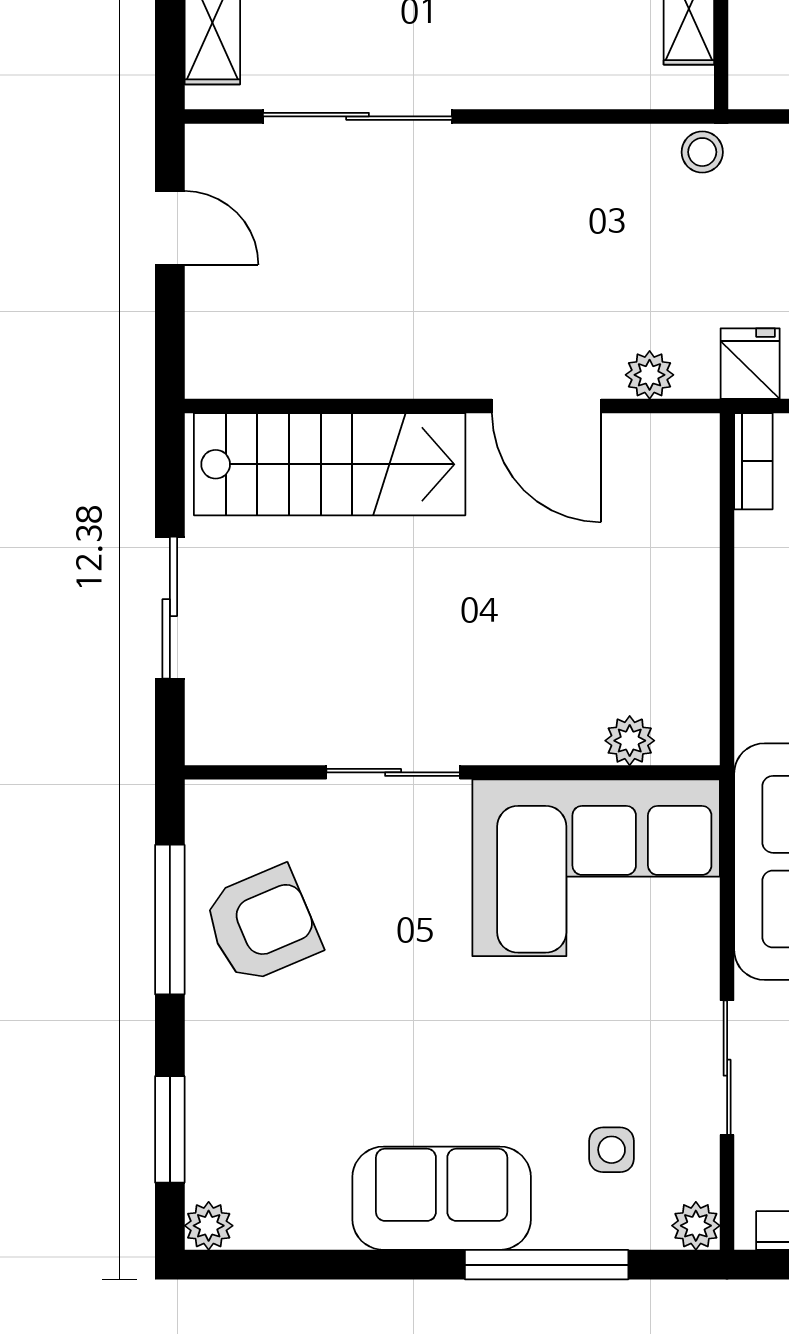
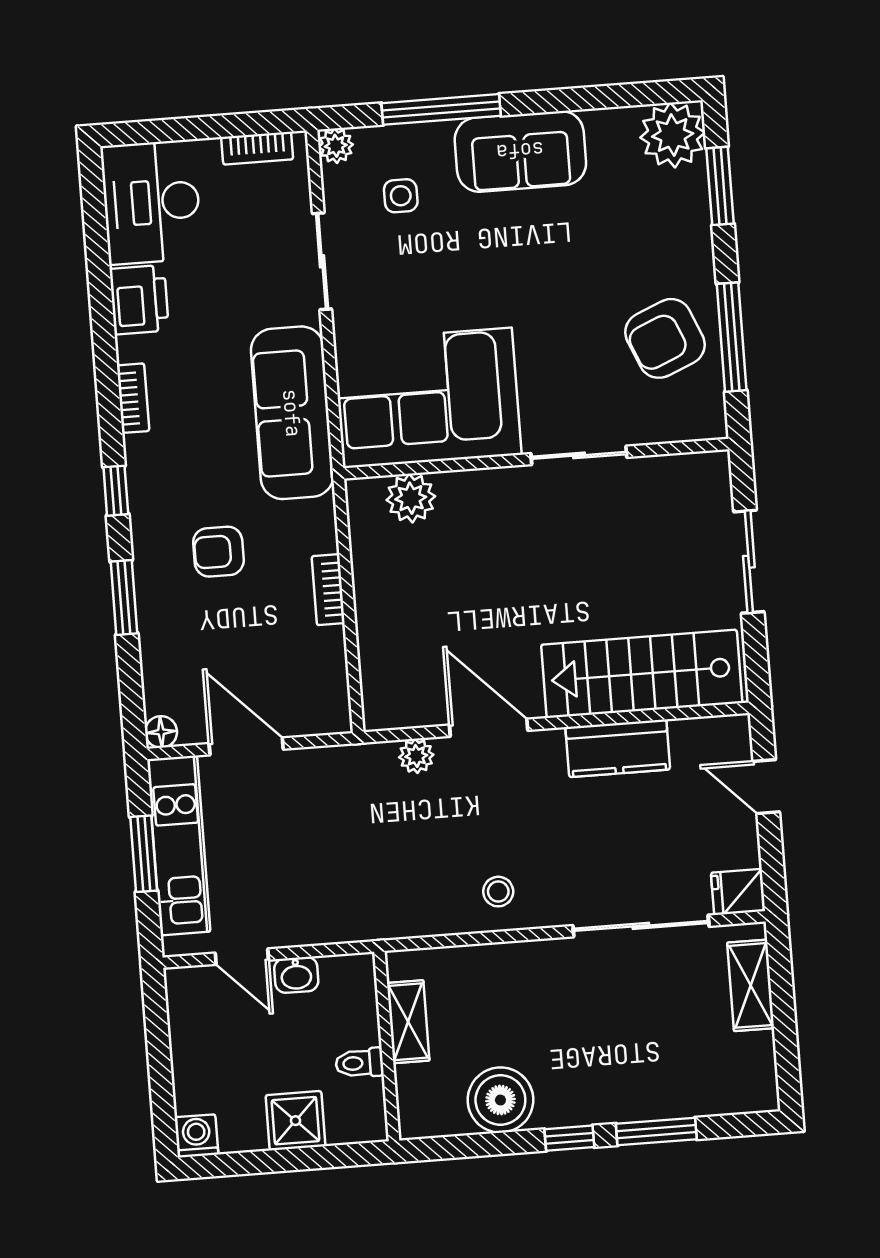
stool: (702, 152) -> (498, 892), moved
door: (170, 228) -> (766, 787), moved
kitchen counter: (371, 364) -> (618, 748), added
fridge: (750, 364) -> (738, 892), moved, turned 90
bookcase: (753, 461) -> (328, 590), moved
plant: (630, 741) -> (411, 498), width x1.38, depth x1.38
plant: (209, 1226) -> (673, 135), width x1.87, depth x1.87

